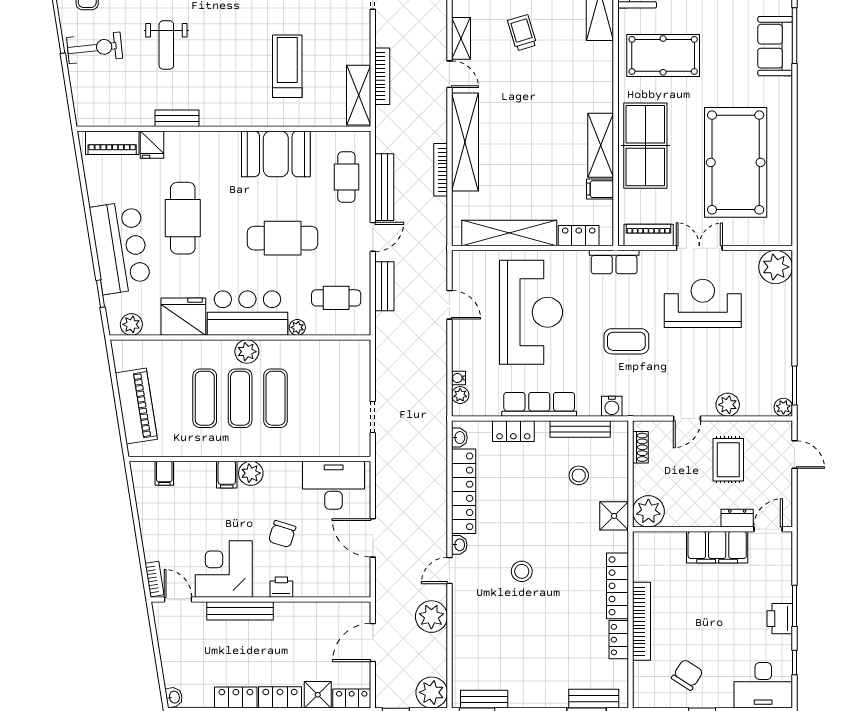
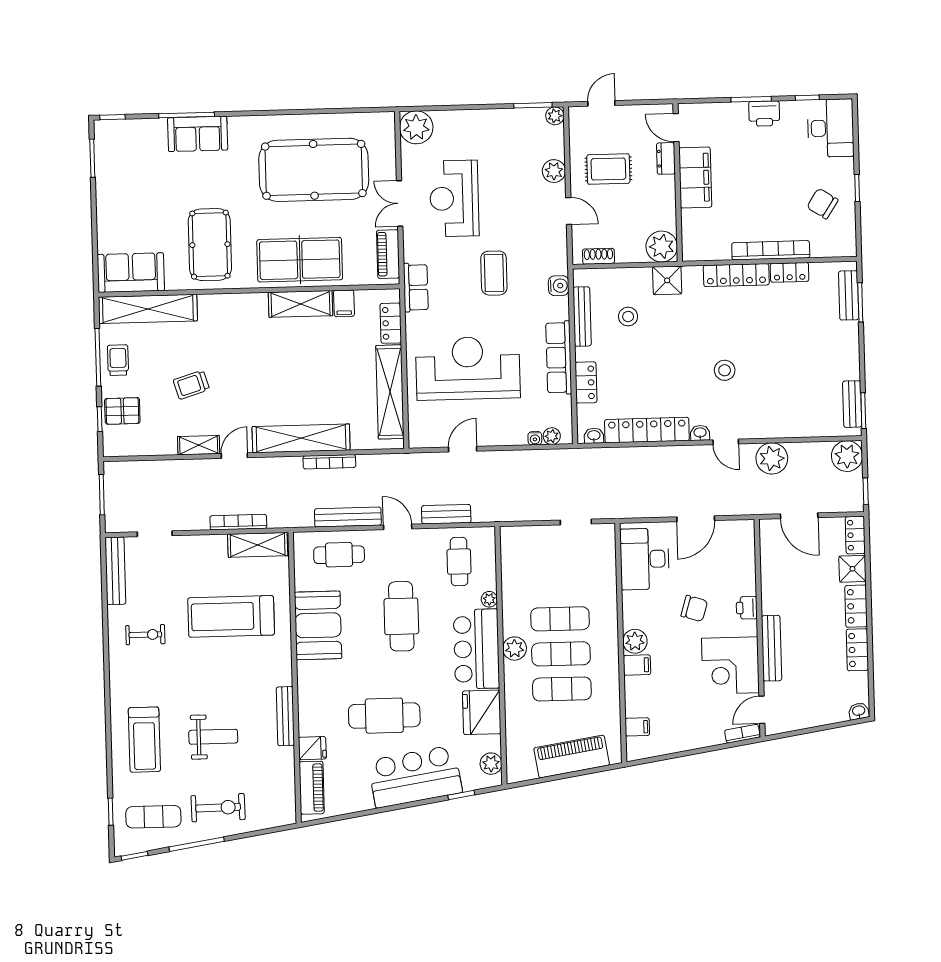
exercise bike: (95, 48) -> (218, 808), turned 95
treadmill: (287, 66) -> (231, 616), width x1.37, depth x1.38
bench: (177, 118) -> (285, 716), width x1.36

